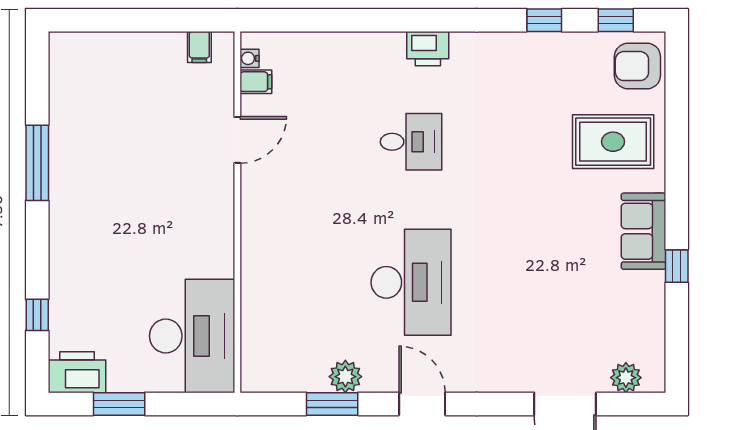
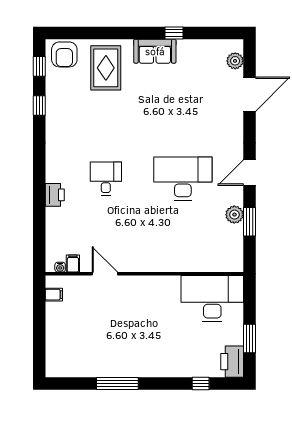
printer: (428, 49) -> (55, 195), moved

